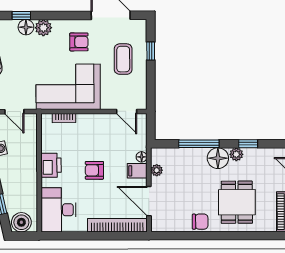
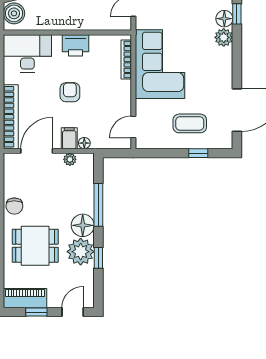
armchair: (79, 42) -> (208, 76), removed
bookcase: (64, 118) -> (126, 59), width x1.56
plant: (236, 154) -> (81, 252), width x1.88, depth x1.88

